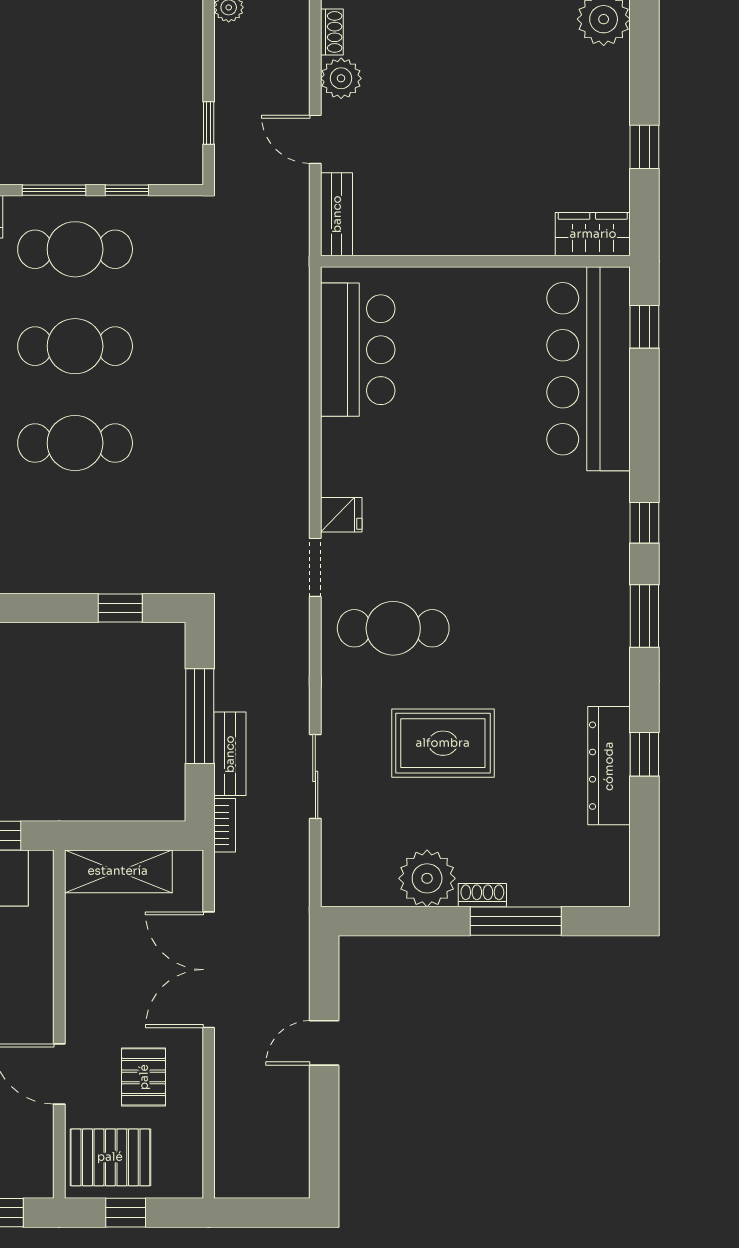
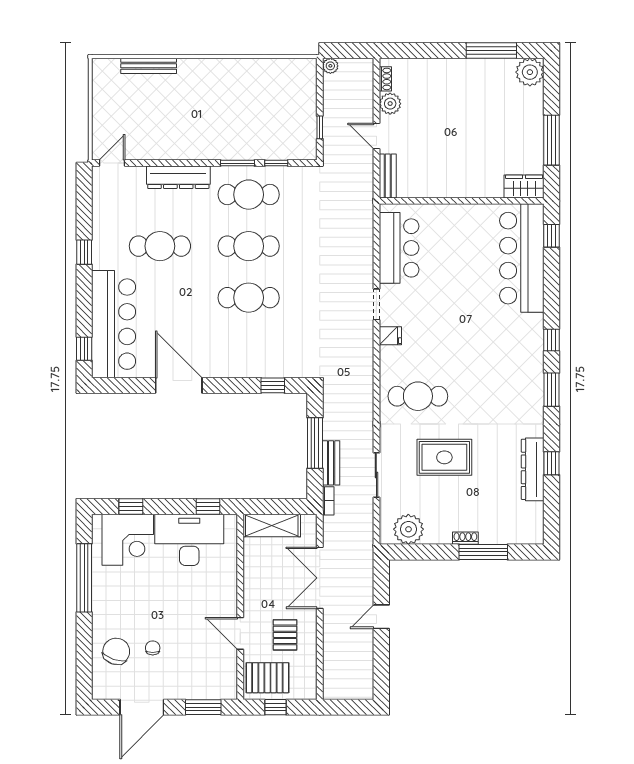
window: (644, 147) -> (552, 140), width x2.17
doorway: (315, 567) -> (376, 304), moved
plant: (427, 878) -> (408, 529), moved

